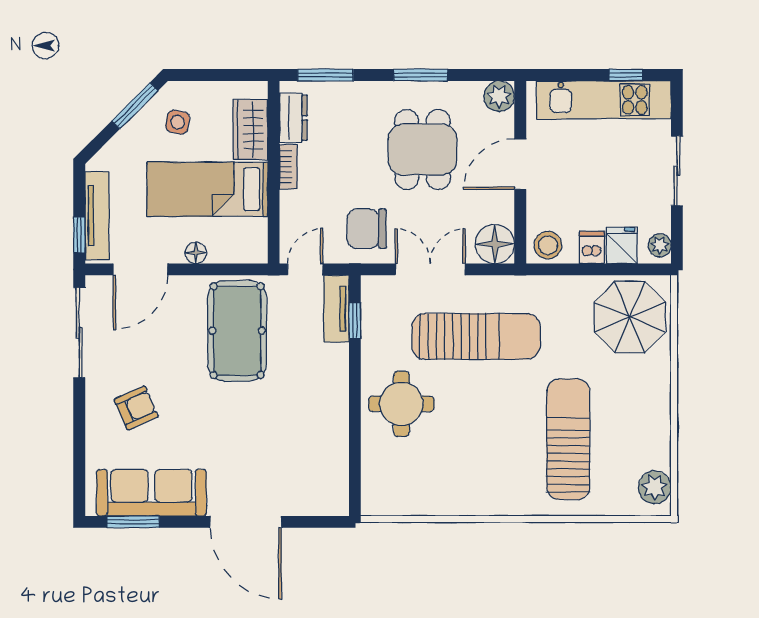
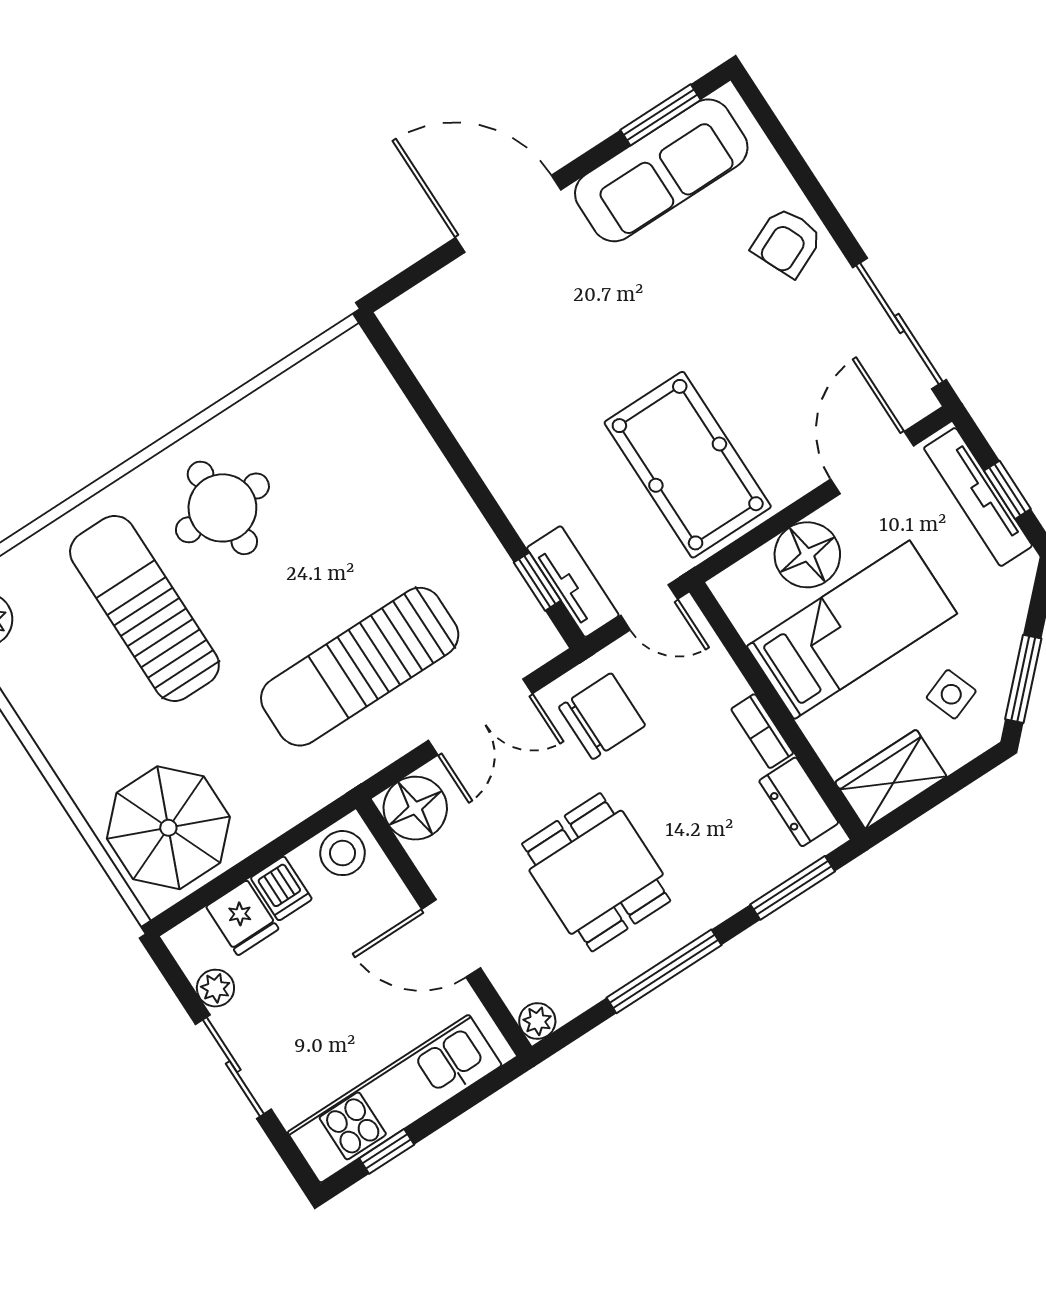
window: (421, 75) -> (664, 971), width x1.44
plant: (499, 96) -> (537, 1021), width x0.73, depth x0.73
side table: (178, 122) -> (951, 694), turned -32
wardrobe: (250, 130) -> (891, 779), moved, turned -90
door: (520, 164) -> (451, 938), swing flipped
window: (79, 235) -> (1007, 490), moved
plant: (660, 245) -> (215, 988), moved
floor lamp: (196, 253) -> (807, 555), width x1.89, depth x1.89
door: (305, 269) -> (649, 607), hinge flipped
round table: (401, 404) -> (222, 508), moved
armchair: (136, 408) -> (787, 242), moved
sun lounger: (568, 439) -> (144, 608), turned 180

